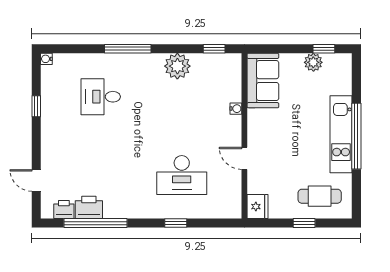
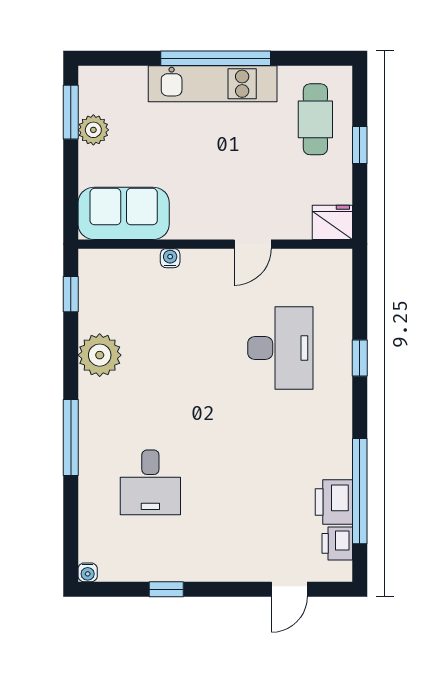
window: (324, 49) -> (71, 112), width x1.50

